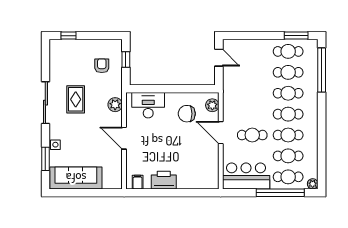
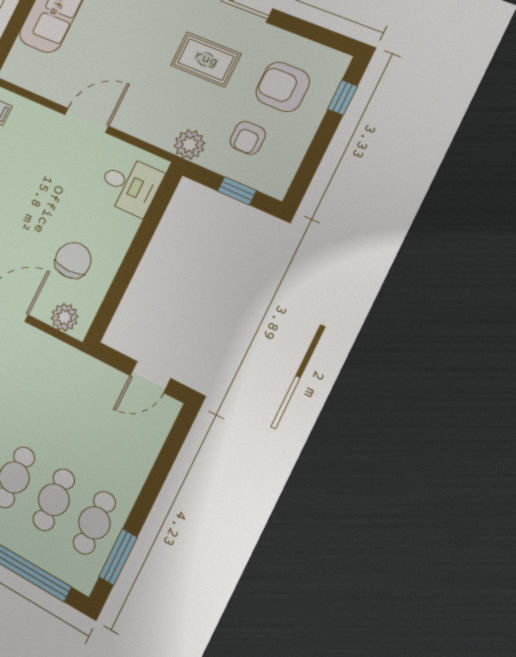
armchair: (74, 62) -> (283, 87), added
armchair: (102, 66) -> (248, 138), turned 90
plant: (115, 105) -> (190, 144), moved
desk: (148, 105) -> (130, 185), width x0.73

